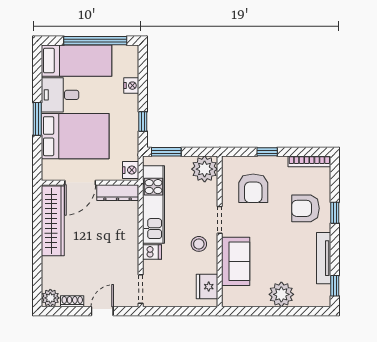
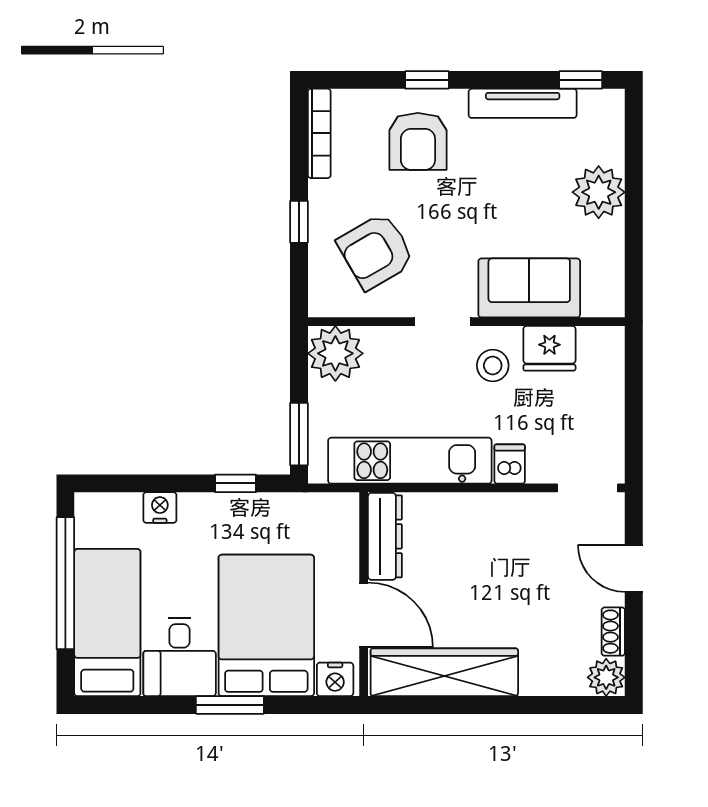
nightstand: (131, 170) -> (335, 679), moved, turned 180
armchair: (253, 188) -> (376, 251), turned 150
fridge: (207, 287) -> (549, 348), moved

